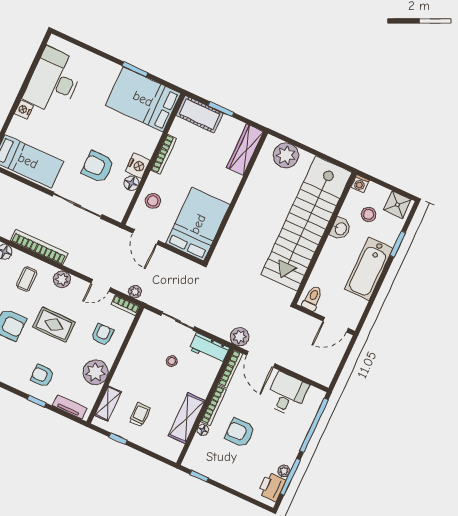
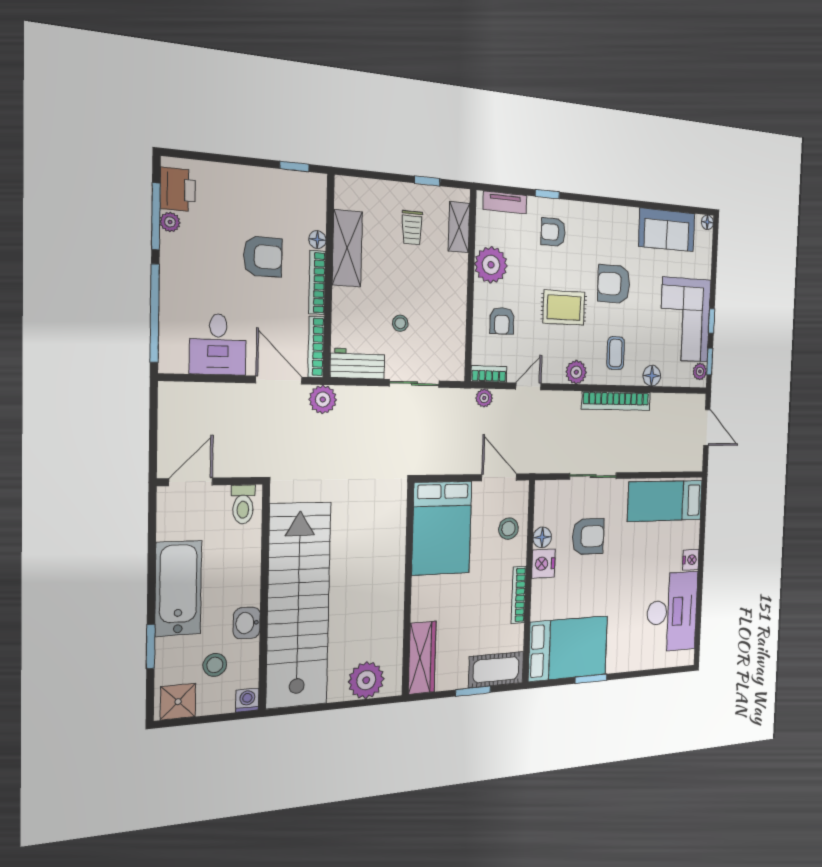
sliding door: (77, 205) -> (593, 476), width x0.73
armchair: (42, 376) -> (553, 232), turned 180

